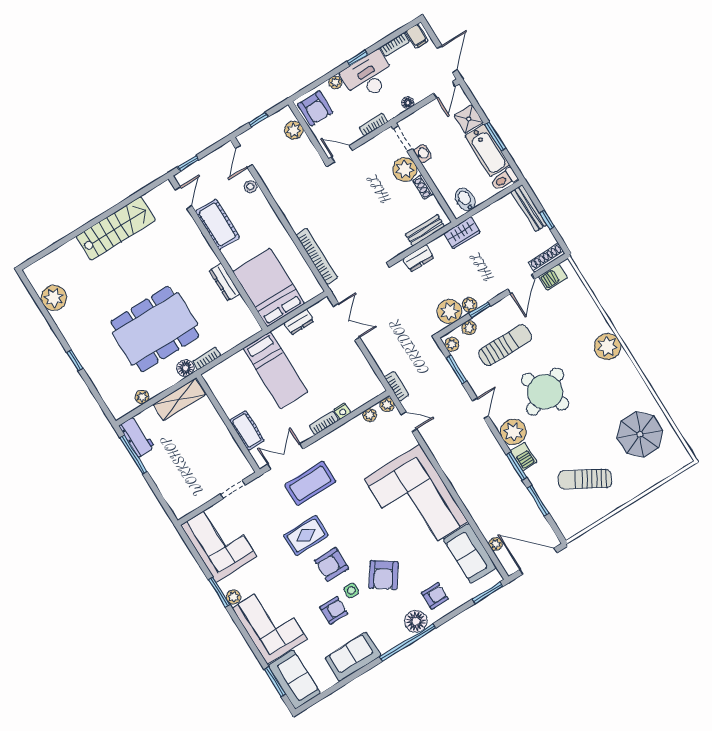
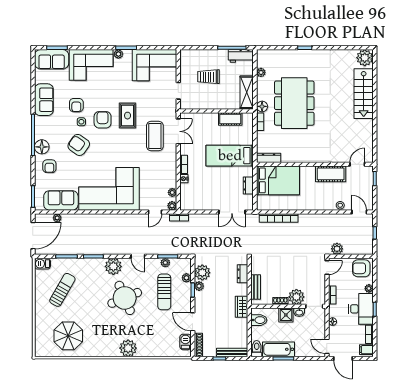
shower: (469, 119) -> (286, 315), moved
plant: (294, 130) -> (337, 249), moved
door: (184, 198) -> (357, 164), swing flipped
stairs: (116, 228) -> (364, 94), moved
dresser: (224, 282) -> (269, 158), moved
plant: (54, 298) -> (365, 58), moved
plant: (452, 344) -> (165, 263), moved
cot: (247, 430) -> (230, 119), moved
barbecue: (524, 456) -> (42, 264), moved
trolley: (190, 462) -> (208, 77), added

